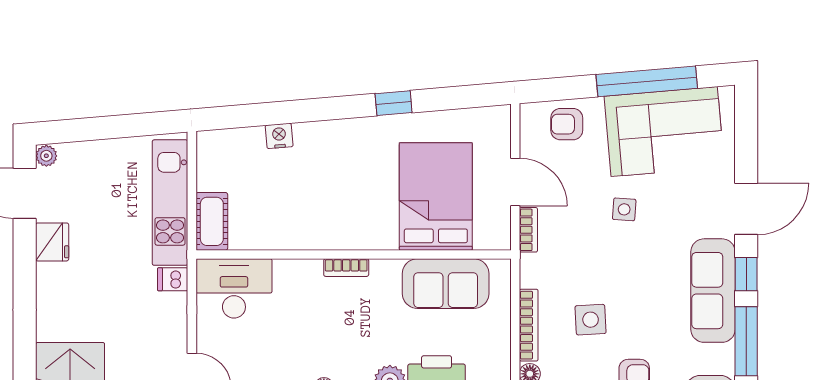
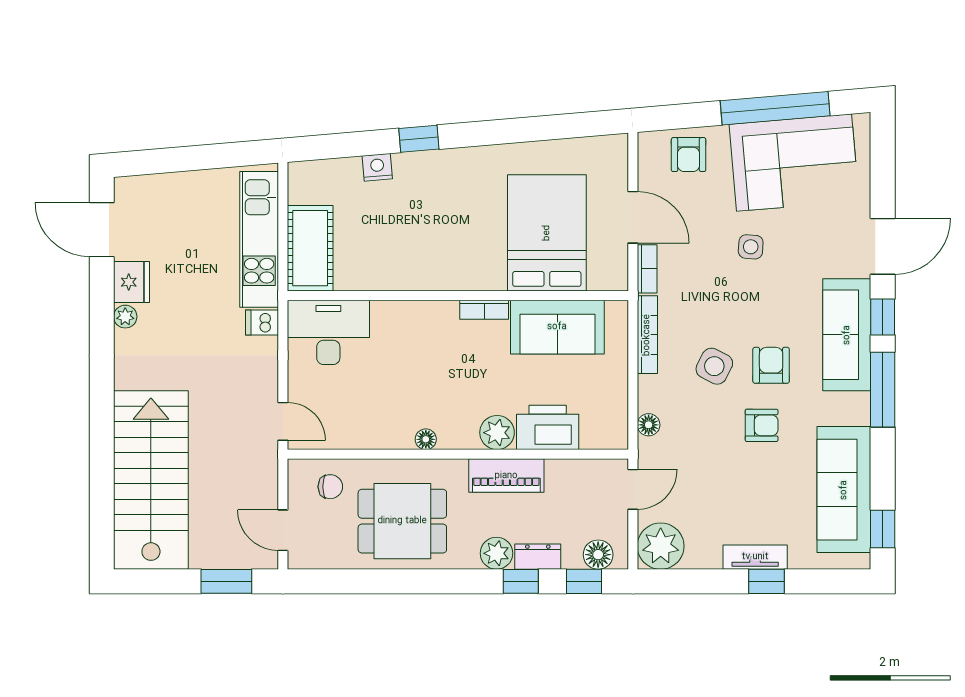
window: (394, 103) -> (419, 139), moved
armchair: (567, 124) -> (689, 155), turned -90
plant: (46, 156) -> (125, 317), moved
cot: (212, 221) -> (310, 248), width x1.37, depth x1.34
bookcase: (346, 268) -> (484, 310), moved
armchair: (643, 319) -> (771, 365), added
side table: (591, 320) -> (714, 366), turned 30
bookcase: (529, 325) -> (647, 335), moved

